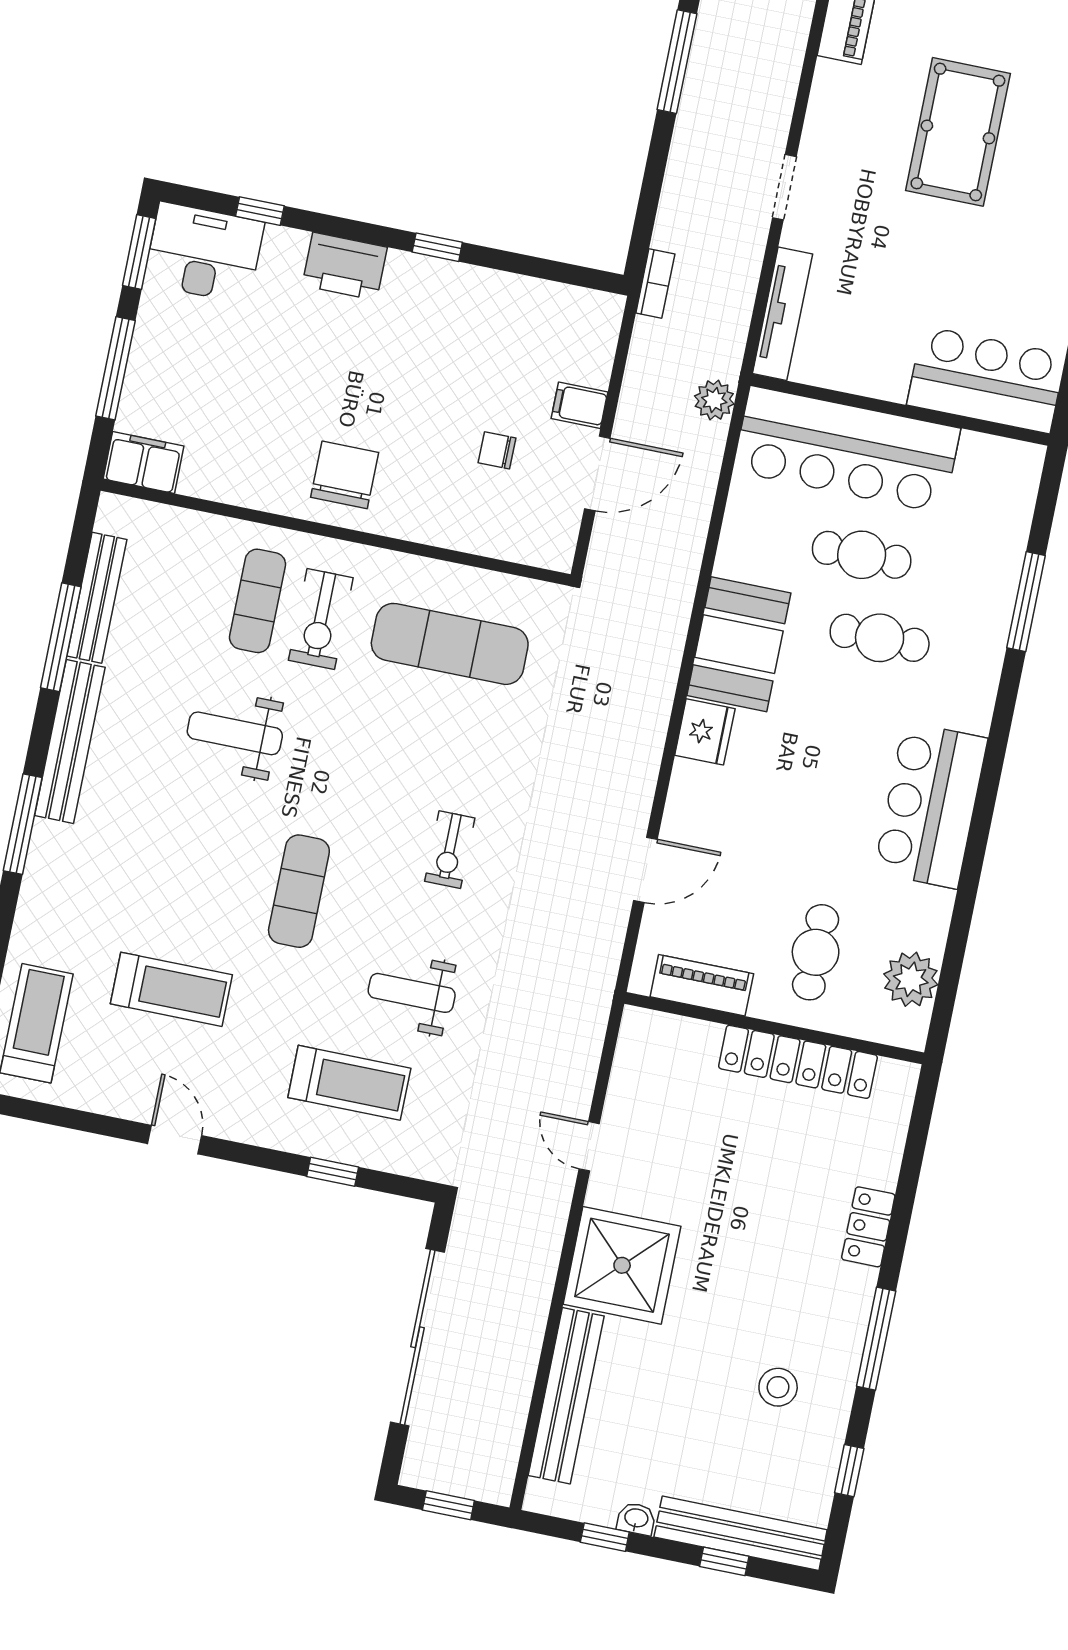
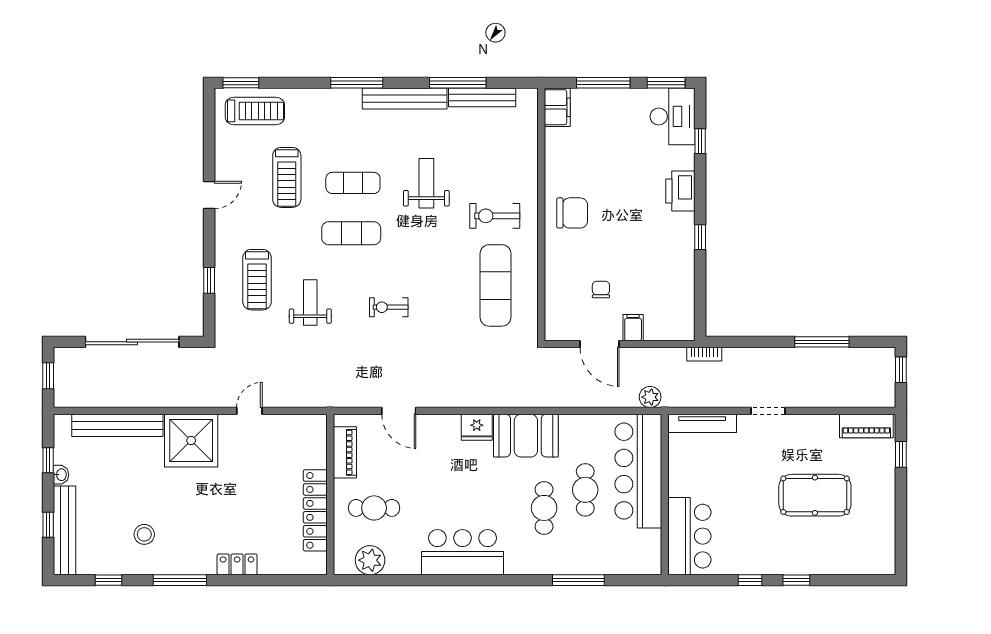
exercise mat: (258, 601) -> (353, 183), moved

